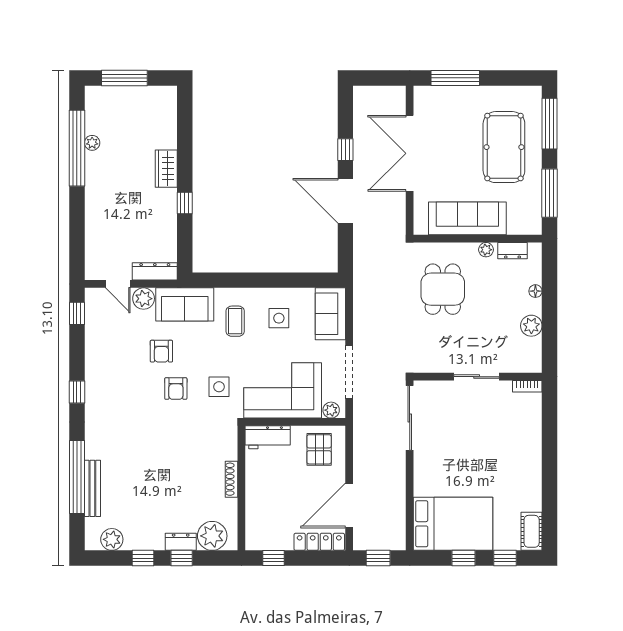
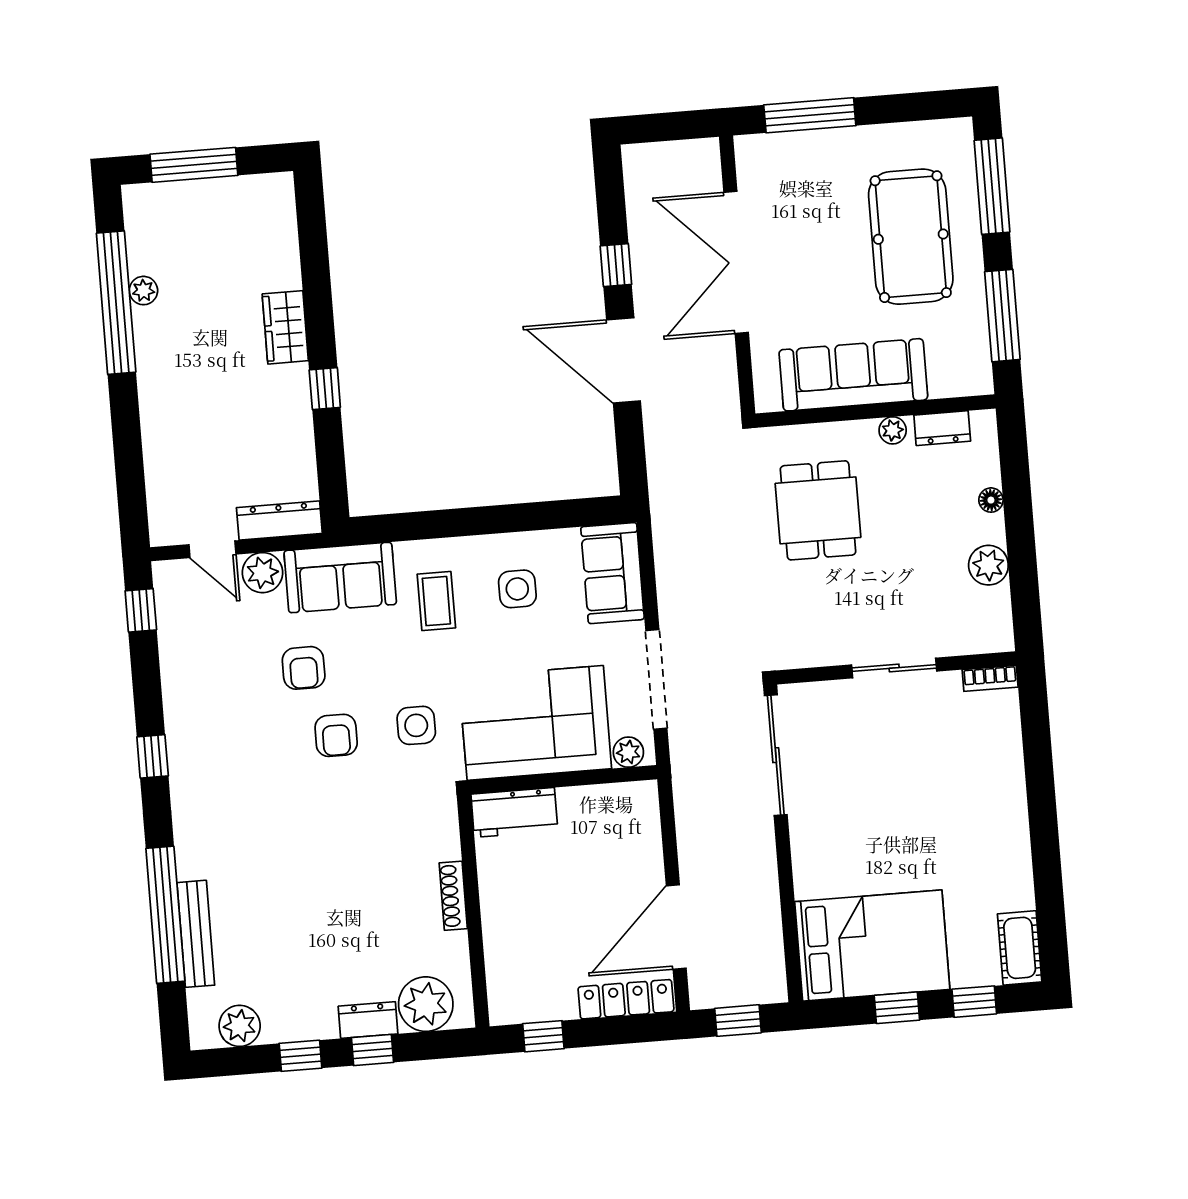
pallet: (319, 449) -> (612, 827), removed

